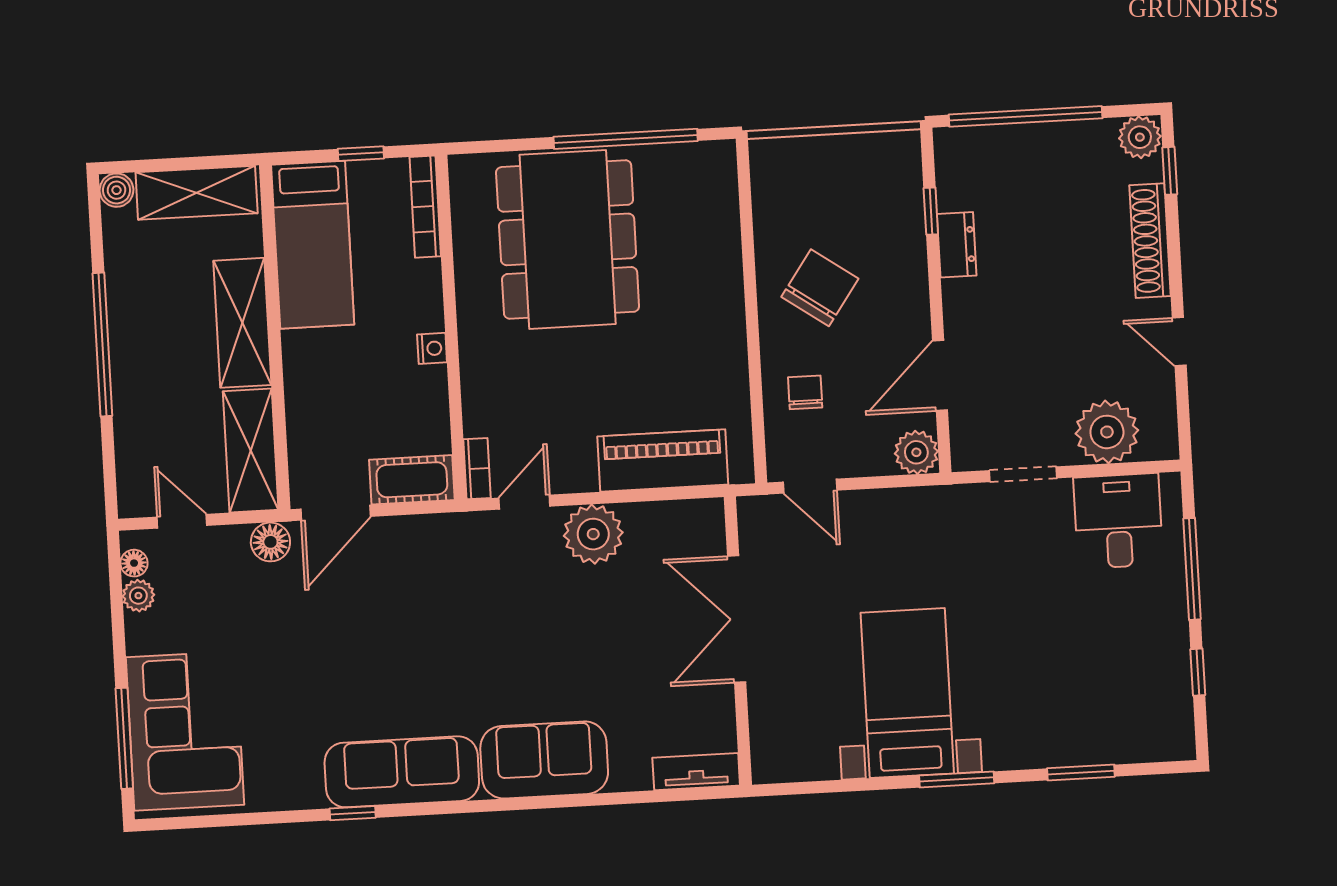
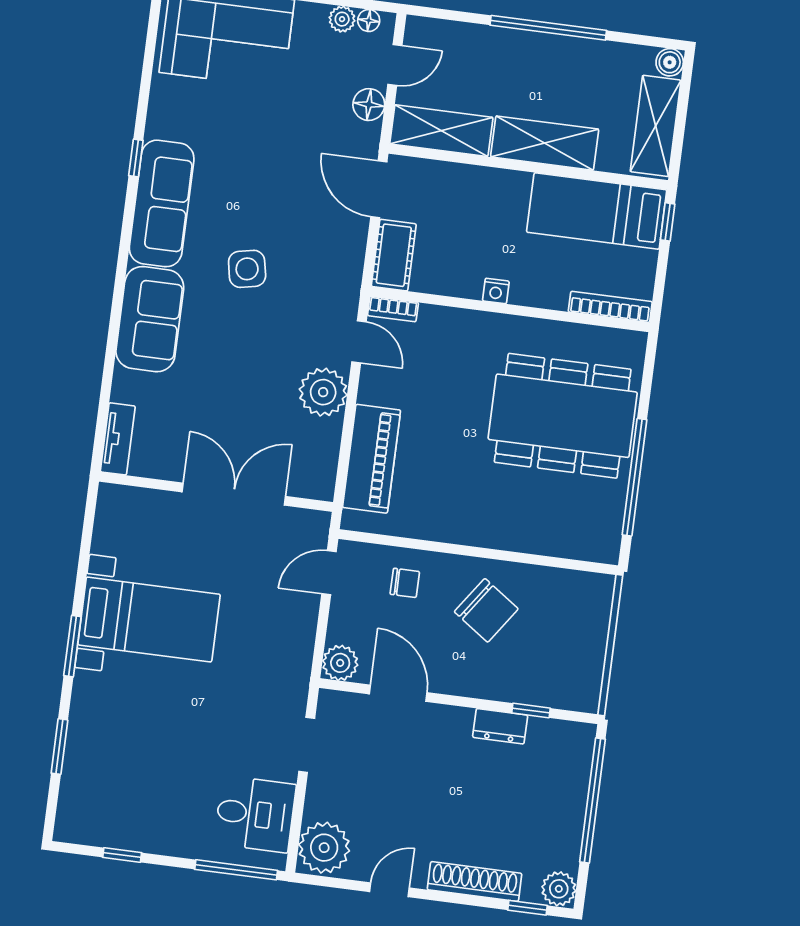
window: (361, 154) -> (668, 222), moved
plant: (1107, 432) -> (324, 848), moved
floor lamp: (270, 542) -> (369, 105), moved
window: (1192, 569) -> (236, 870), moved
side table: (462, 654) -> (247, 269), added

